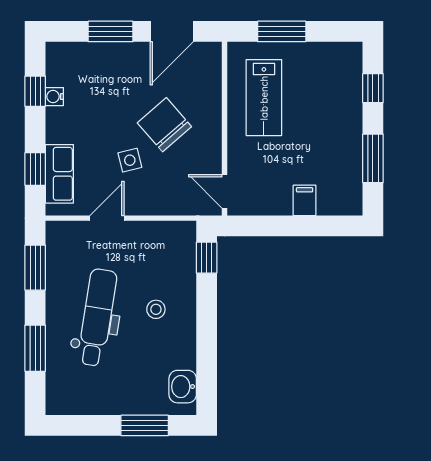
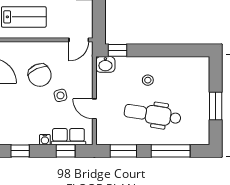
water cooler: (54, 97) -> (45, 140), moved
chair: (164, 125) -> (40, 75), turned -73
window: (35, 348) -> (171, 151), width x1.44
washbasin: (183, 387) -> (105, 64), moved
window: (145, 425) -> (216, 106), moved

